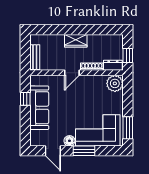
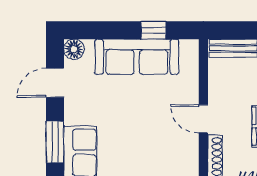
floor lamp: (69, 141) -> (74, 49), moved

